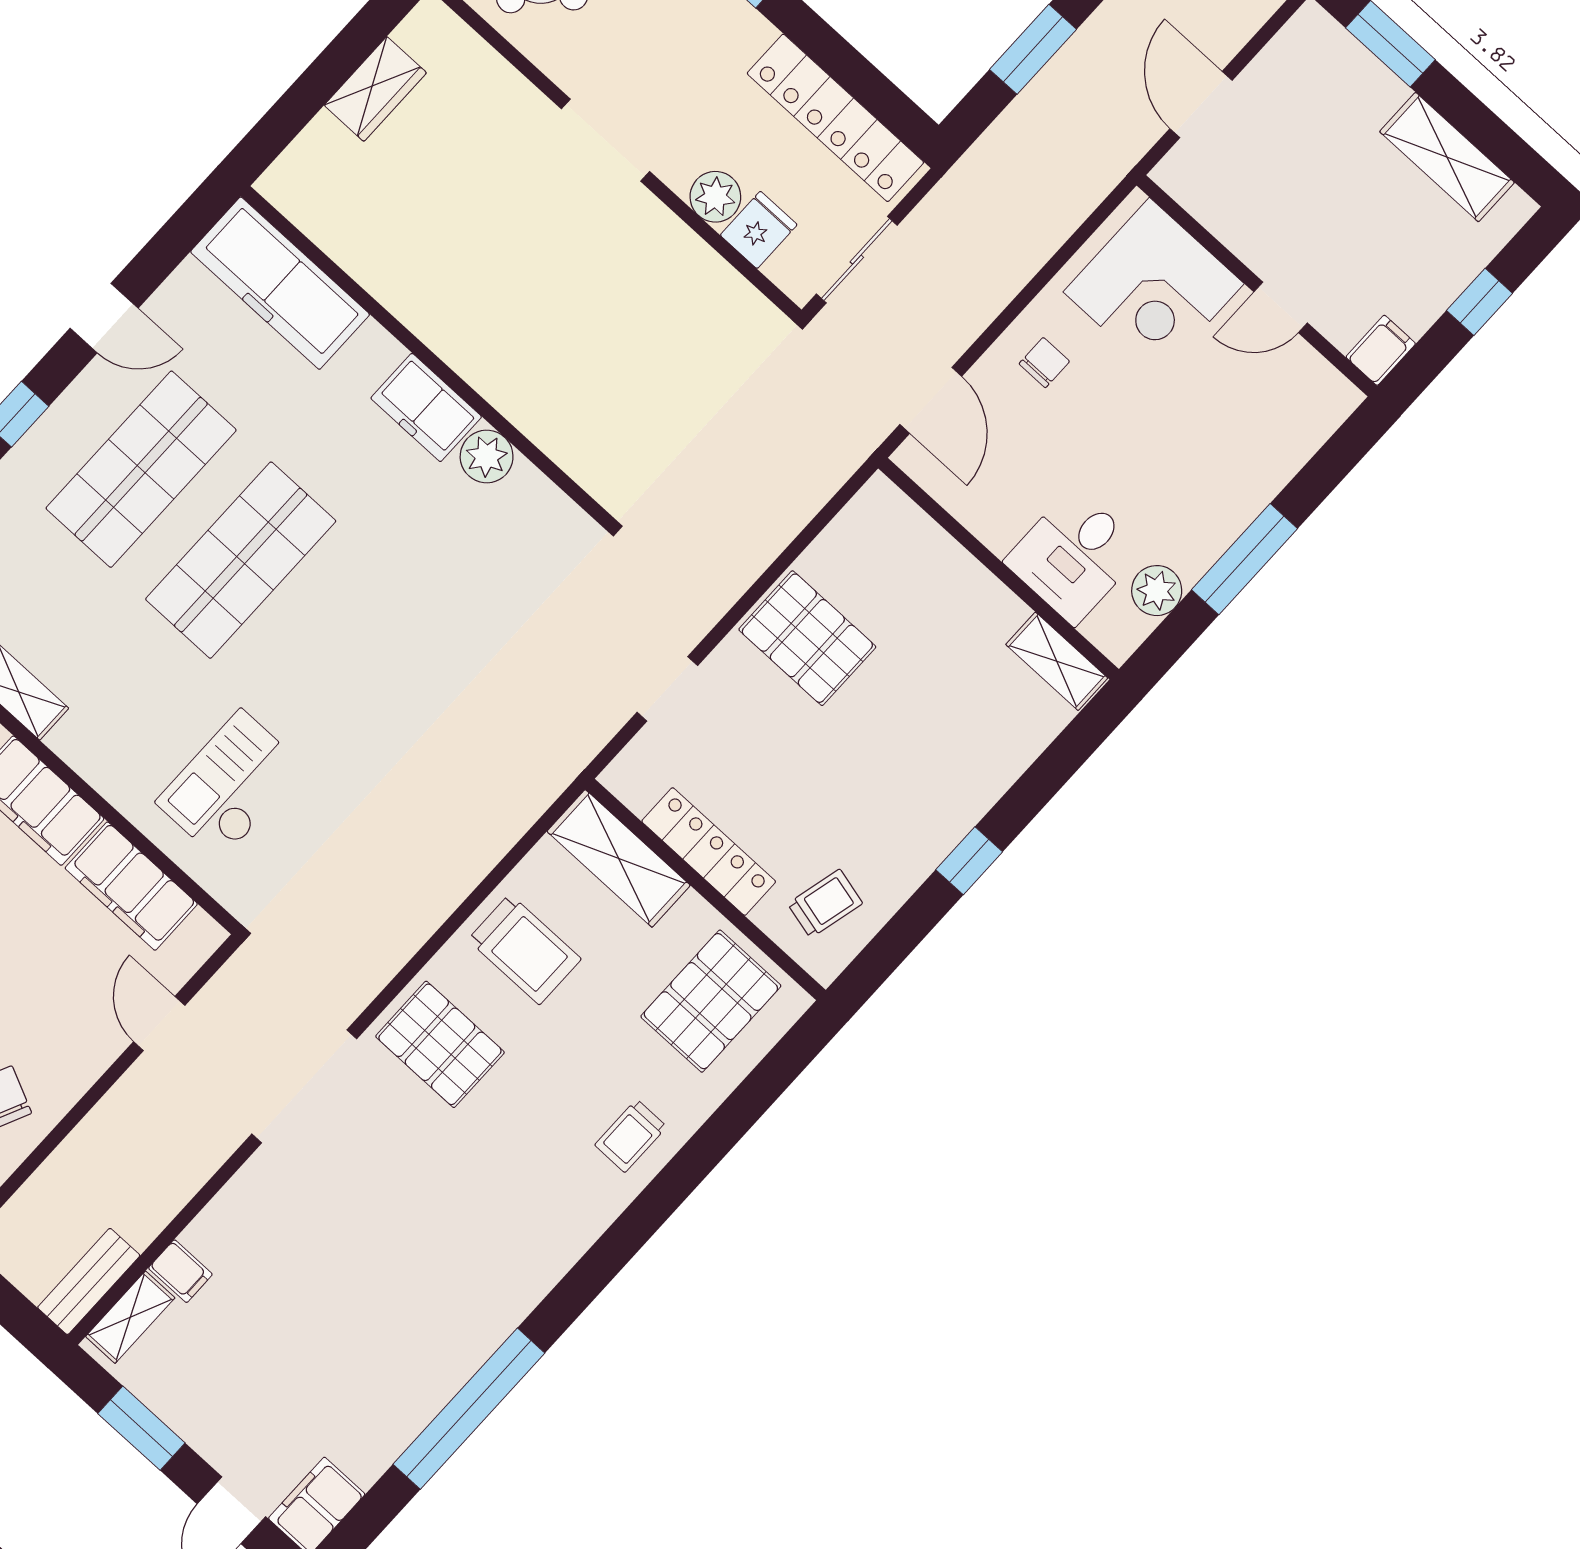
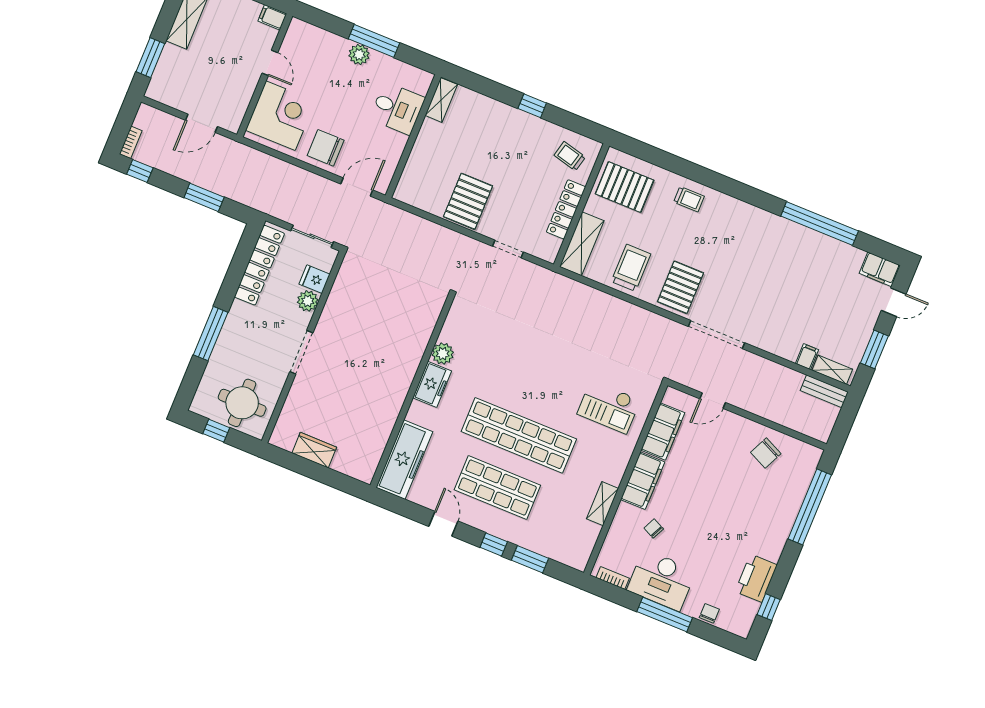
chair: (1044, 363) -> (326, 148), width x1.87, depth x1.87
shop shelf: (241, 560) -> (519, 435), width x1.40
plant: (1157, 591) -> (359, 54), moved

